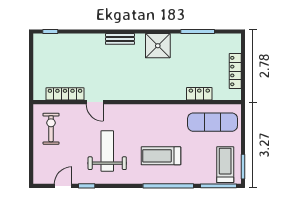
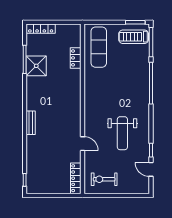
shower: (158, 46) -> (36, 66), moved
locker: (235, 71) -> (41, 29), moved
locker: (65, 94) -> (76, 178), moved
door: (95, 102) -> (82, 144), hinge flipped
weight bench: (107, 151) -> (122, 133), turned -90
treadmill: (161, 156) -> (126, 89), removed

